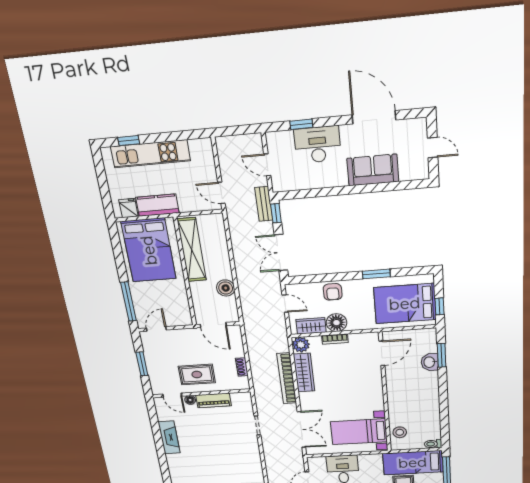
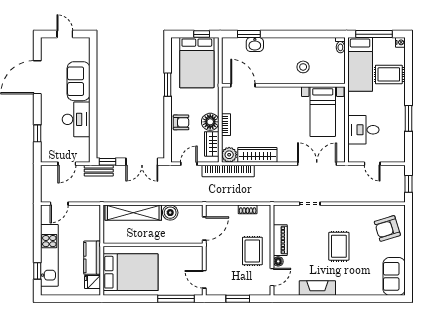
desk: (318, 145) -> (76, 119), moved, turned 180
door: (433, 148) -> (65, 34), hinge flipped
door: (221, 193) -> (59, 204), moved
shelving: (192, 250) -> (133, 213), moved
bookcase: (287, 378) -> (228, 171), moved
stool: (400, 432) -> (303, 67), moved
rug: (217, 454) -> (339, 246), added

